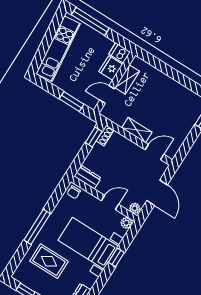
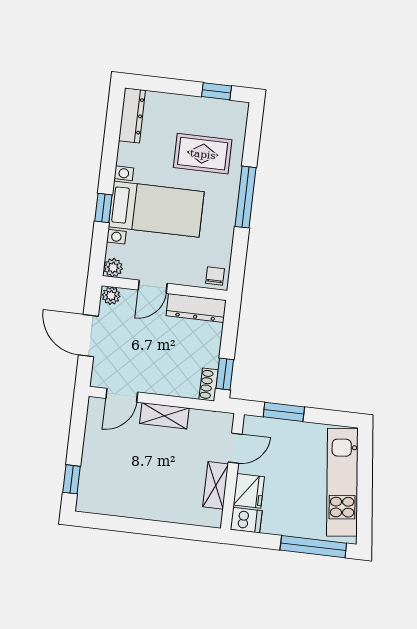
dresser: (88, 177) -> (196, 308), width x1.44

